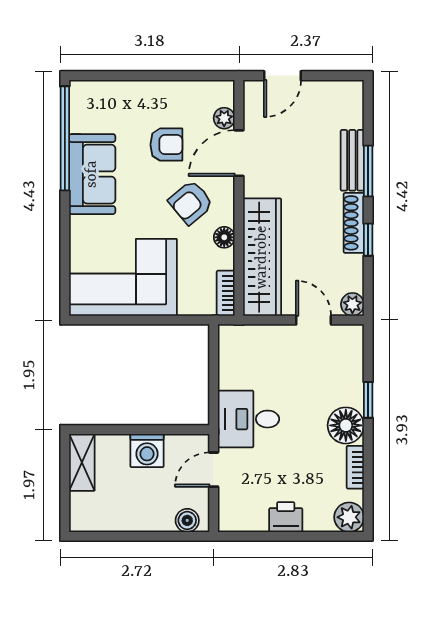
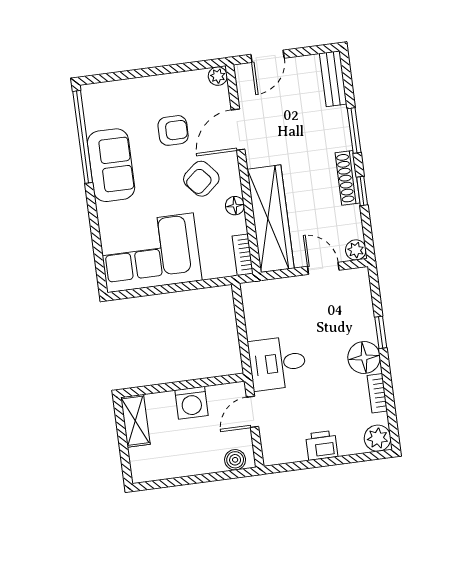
plant: (224, 118) -> (218, 76), moved
bench: (352, 160) -> (333, 79), moved

